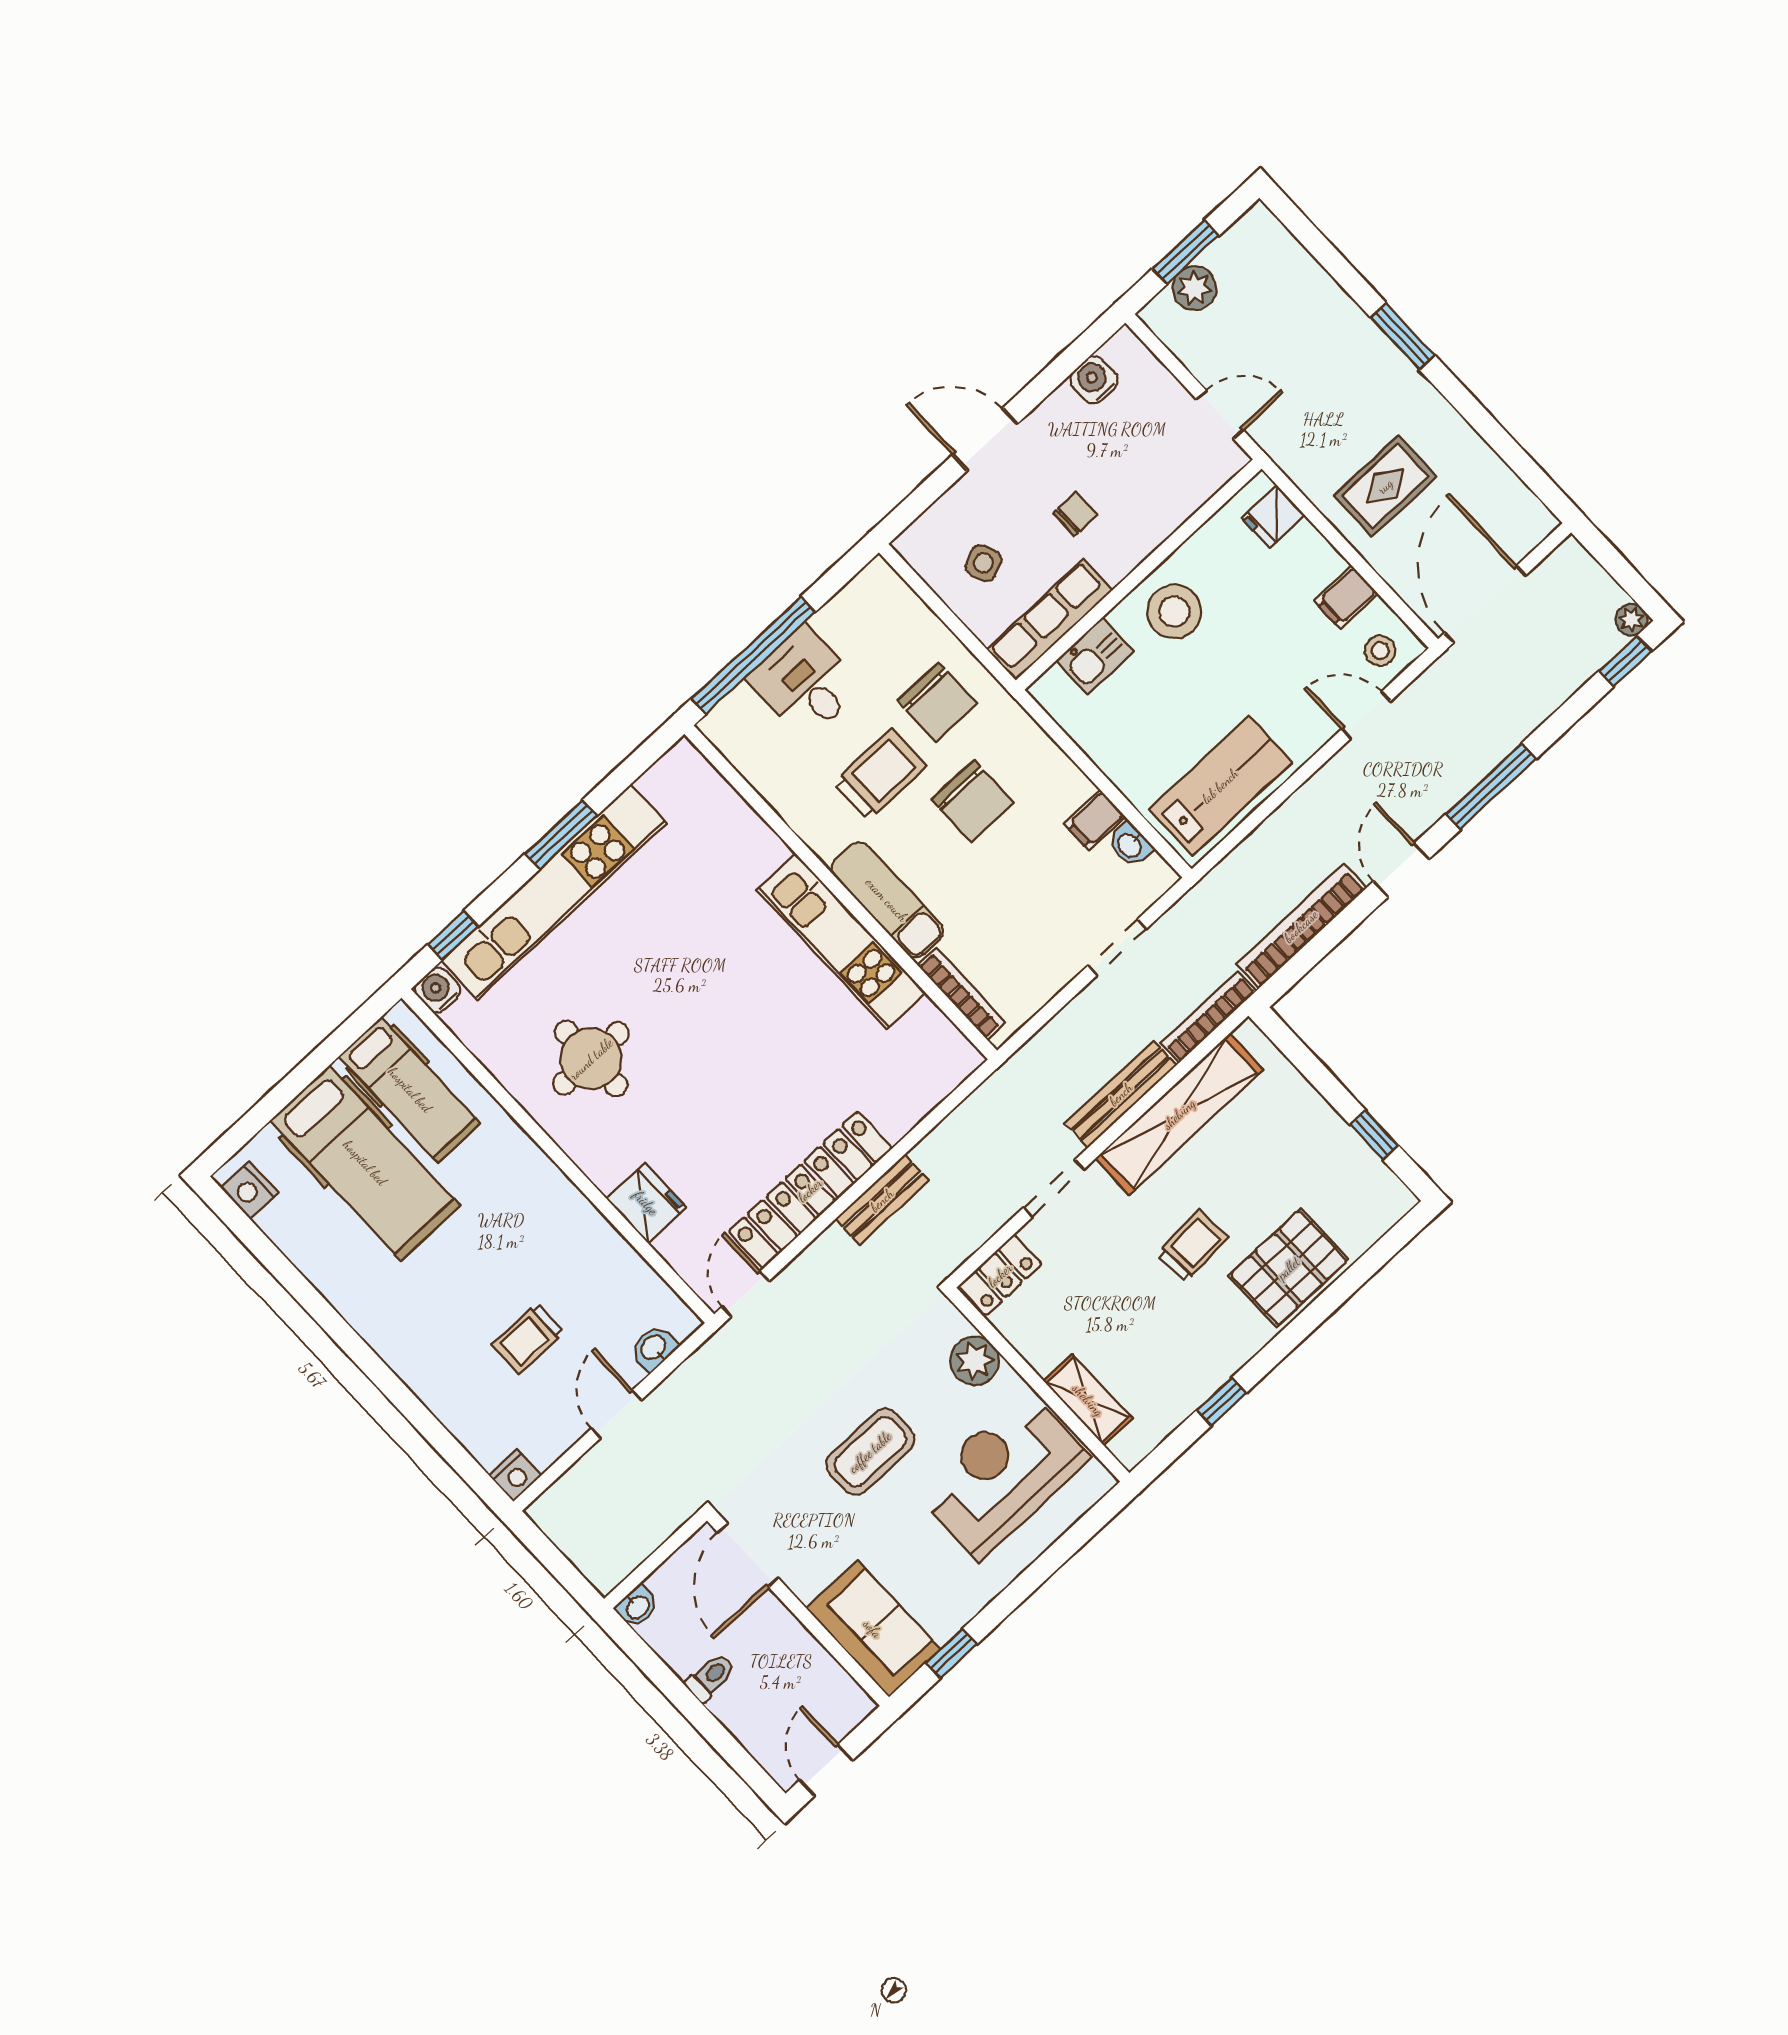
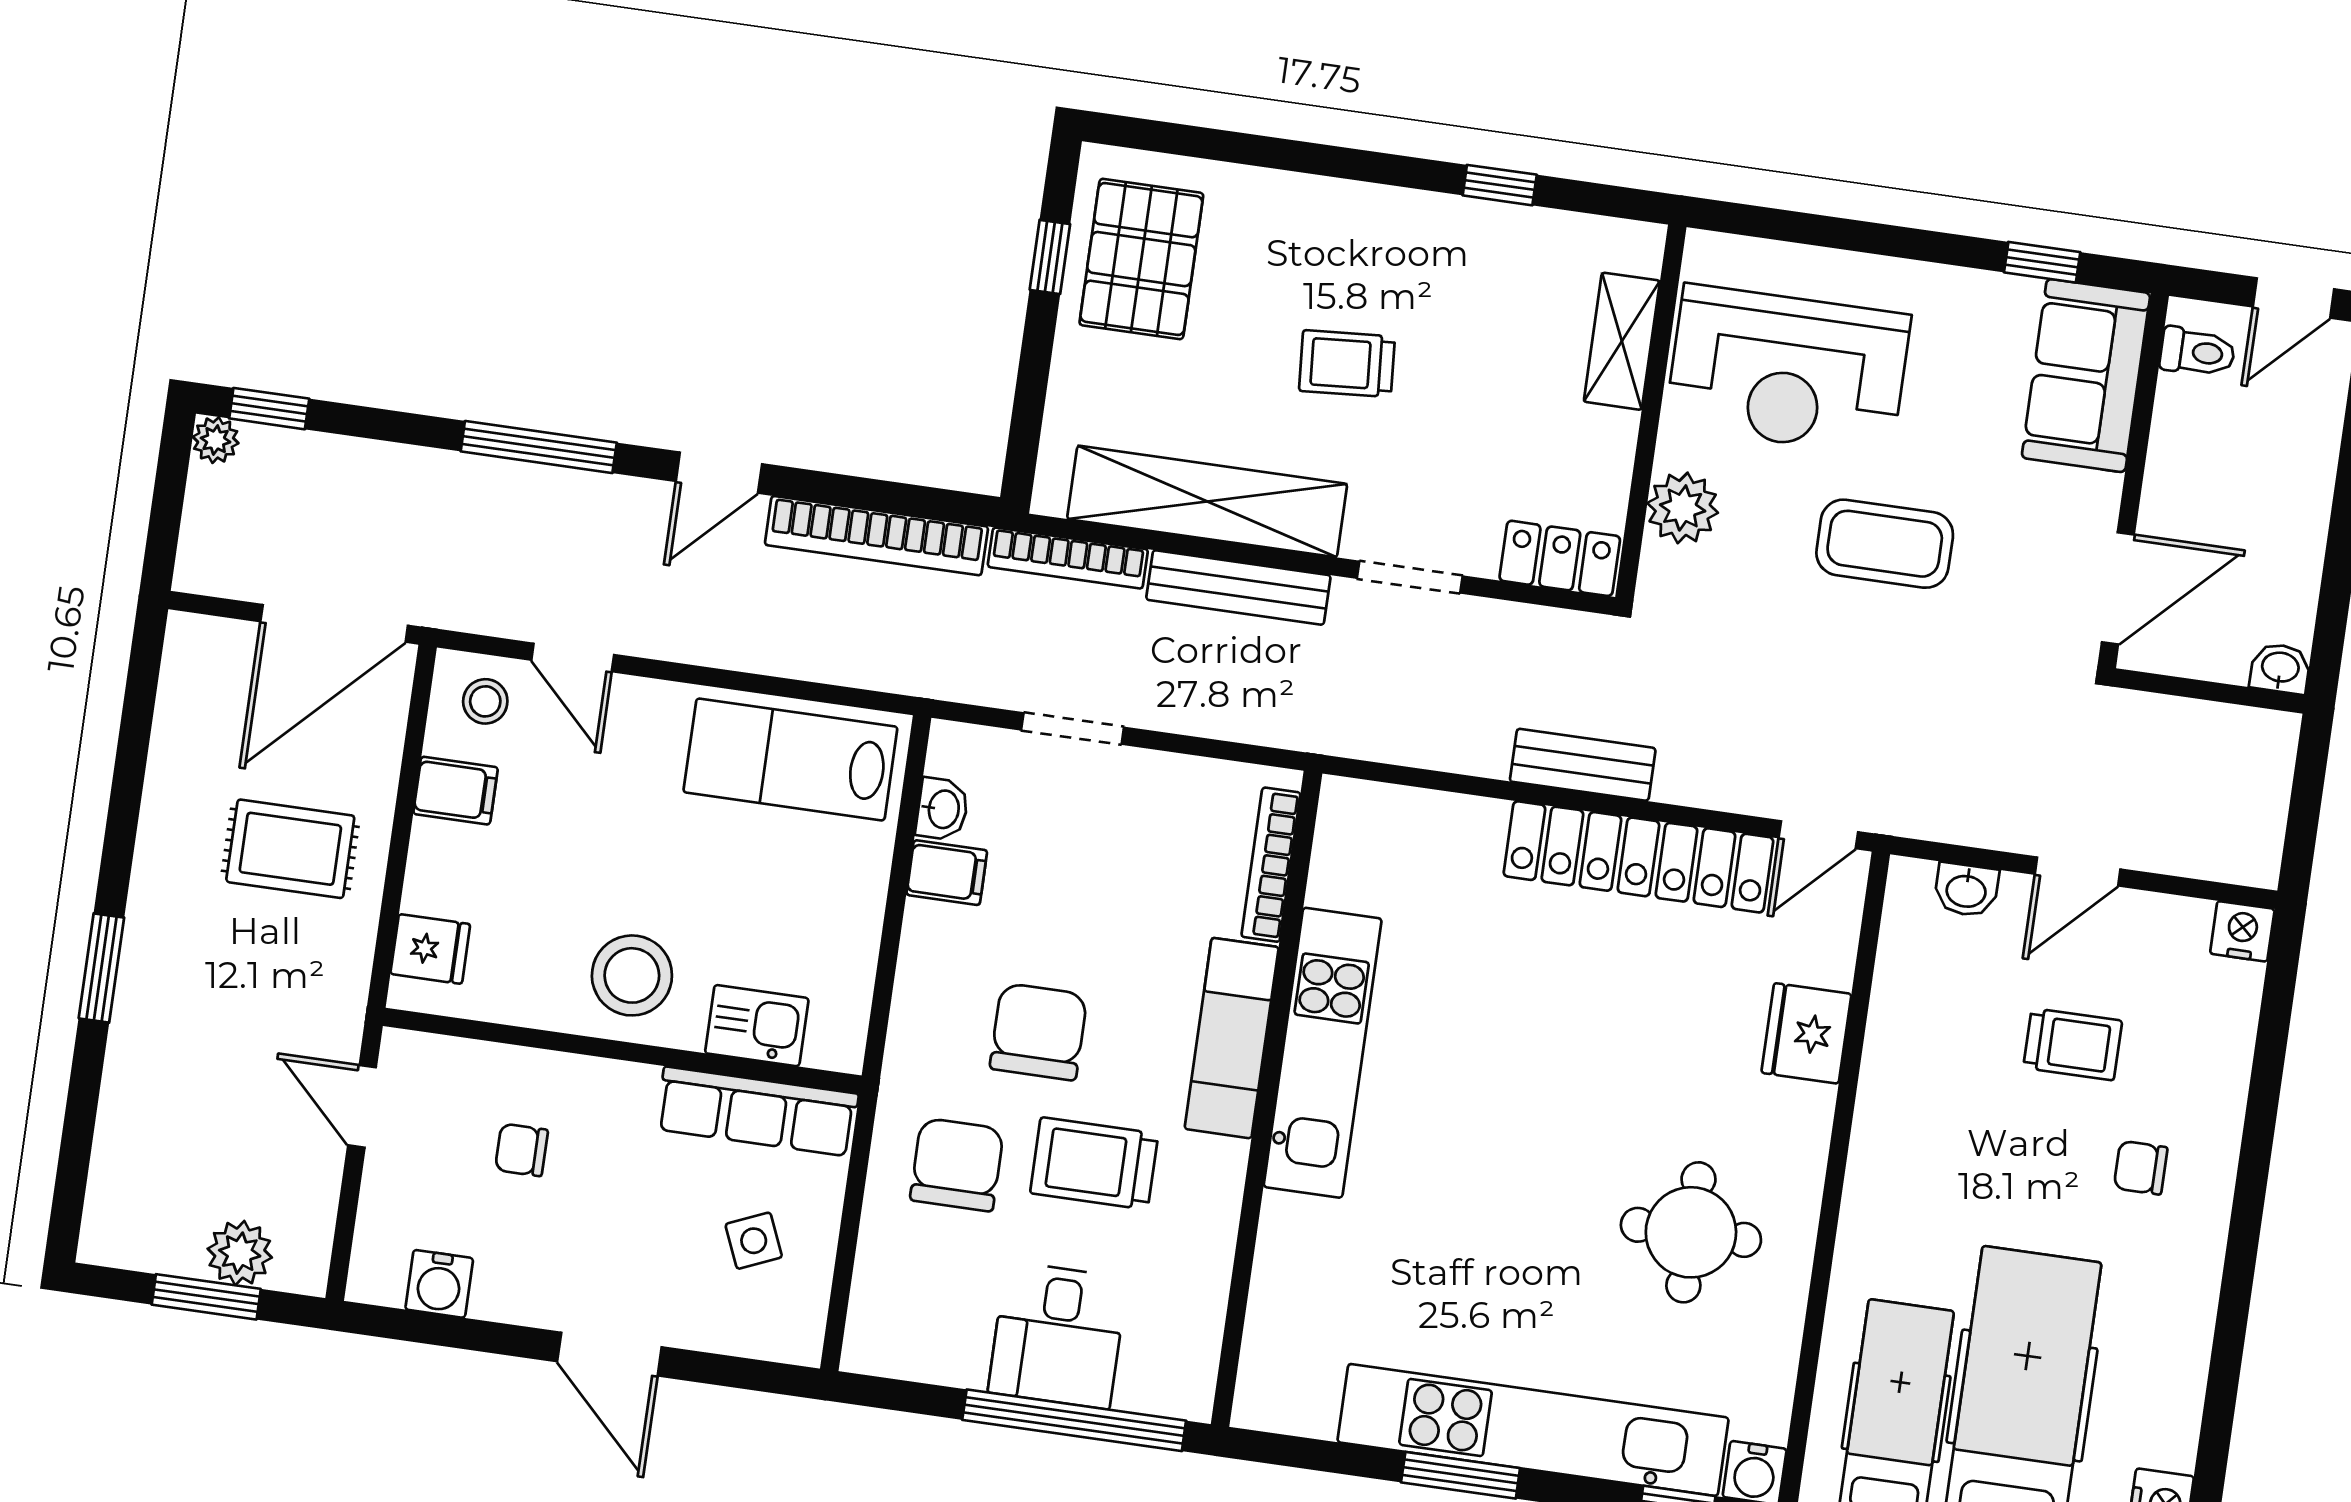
chair: (1075, 514) -> (521, 1150), moved
pallet: (1289, 1268) -> (1141, 259), moved, turned 90
chair: (434, 1322) -> (2141, 1168), added
toilet: (711, 1677) -> (2197, 352), moved, turned 180

